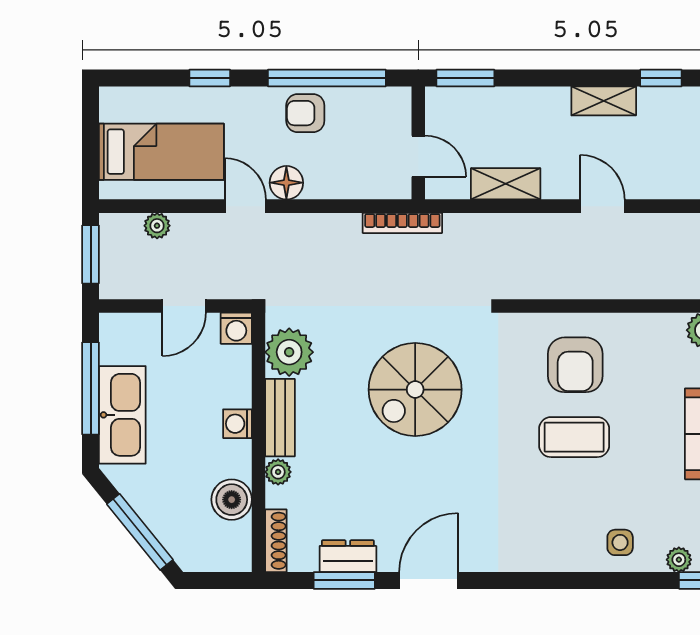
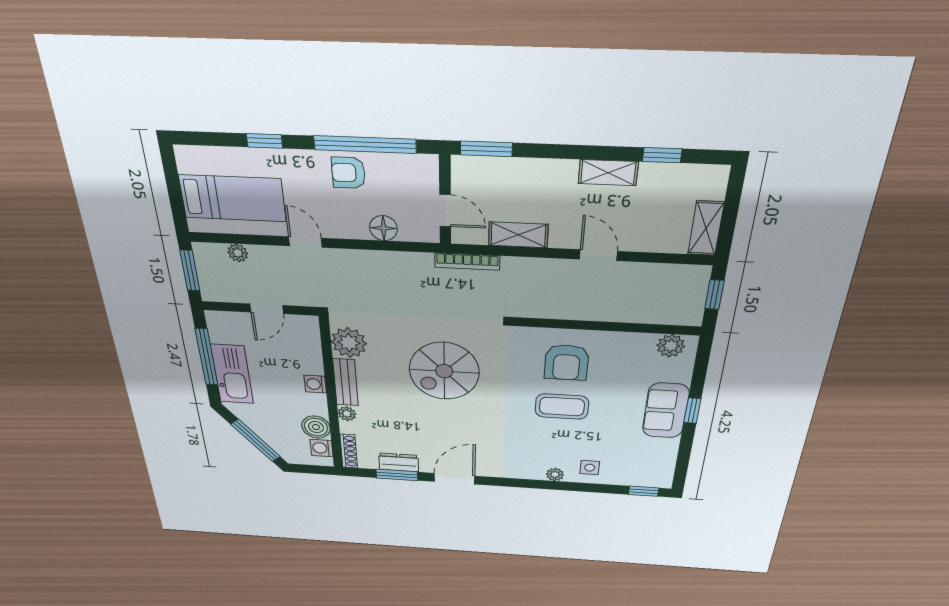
floor lamp: (286, 183) -> (383, 228), moved
bookcase: (402, 223) -> (467, 262), moved
washing machine: (236, 328) -> (322, 448), moved, turned 90
plant: (679, 560) -> (555, 474), moved

